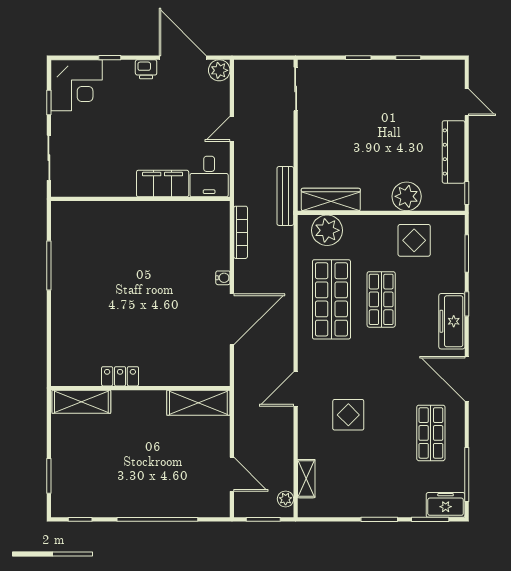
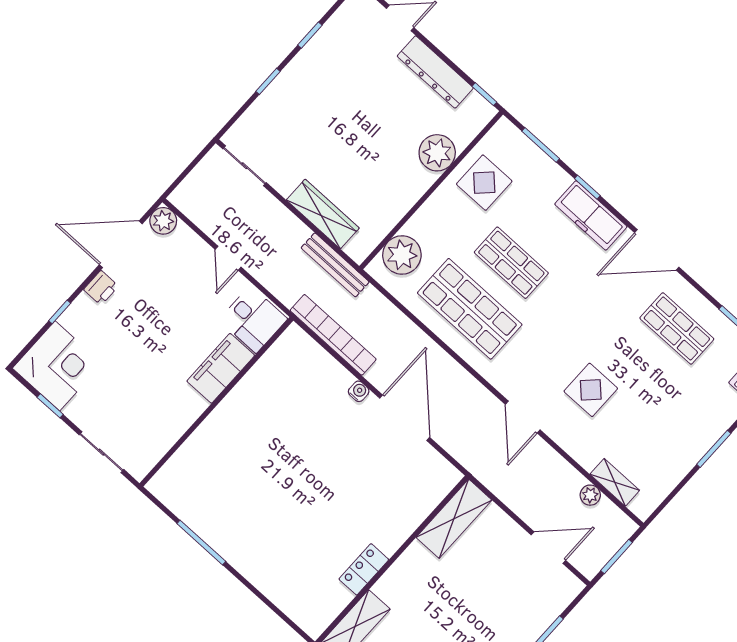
wardrobe: (331, 200) -> (323, 214), moved, turned 90
bookcase: (241, 232) -> (333, 335), width x1.48, depth x1.31
plant: (286, 499) -> (590, 495), moved

